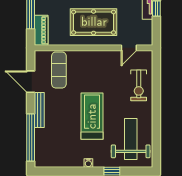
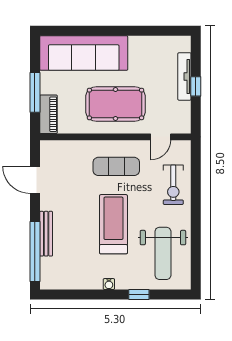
exercise mat: (59, 70) -> (116, 166), moved, turned 90
bench: (39, 110) -> (46, 234), moved
weight bench: (131, 139) -> (163, 253), turned 180

